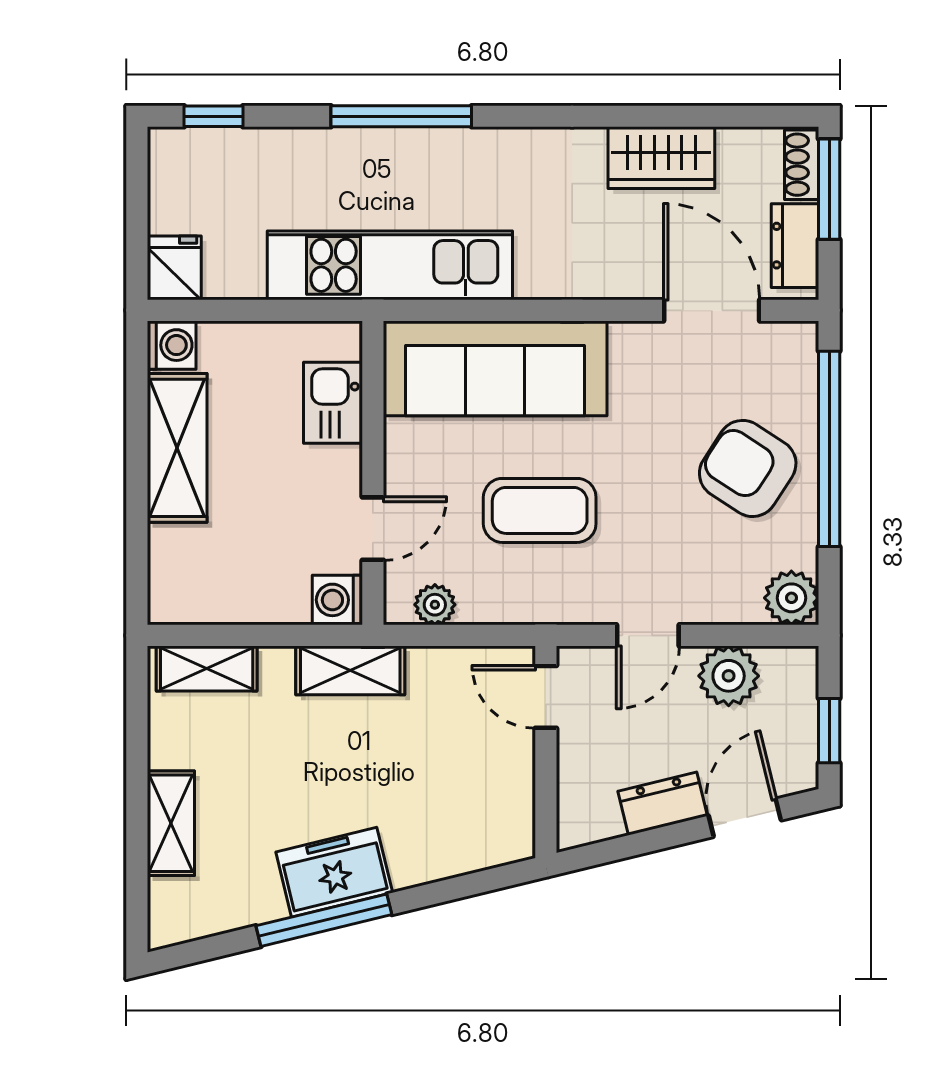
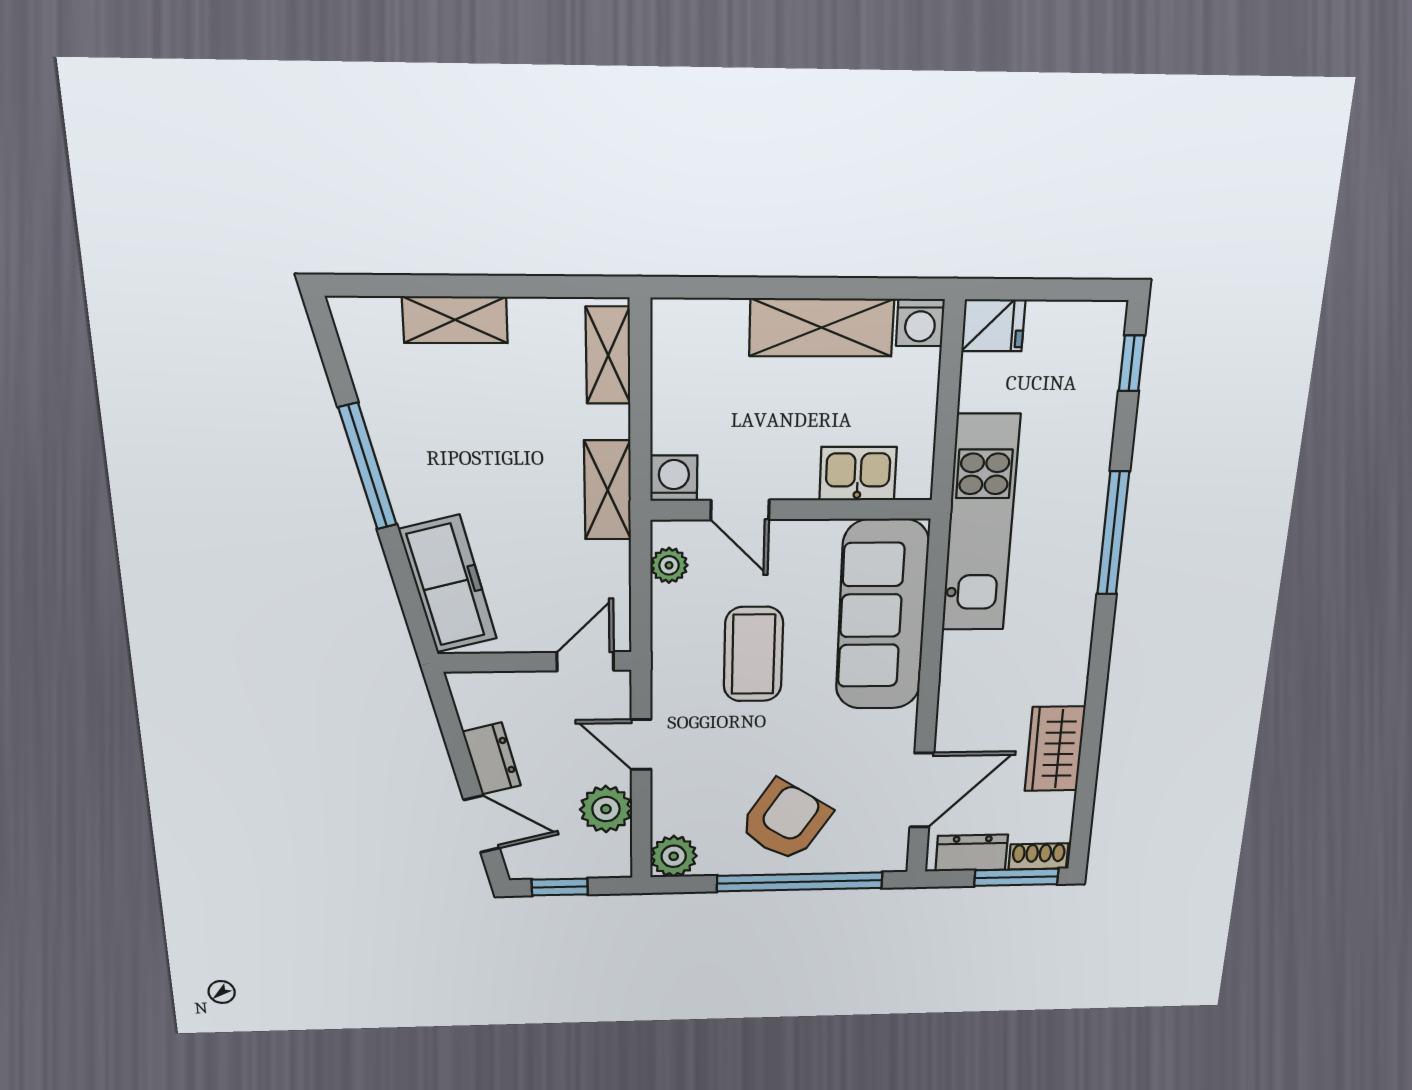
freezer: (334, 872) -> (448, 584), moved, width x1.40

